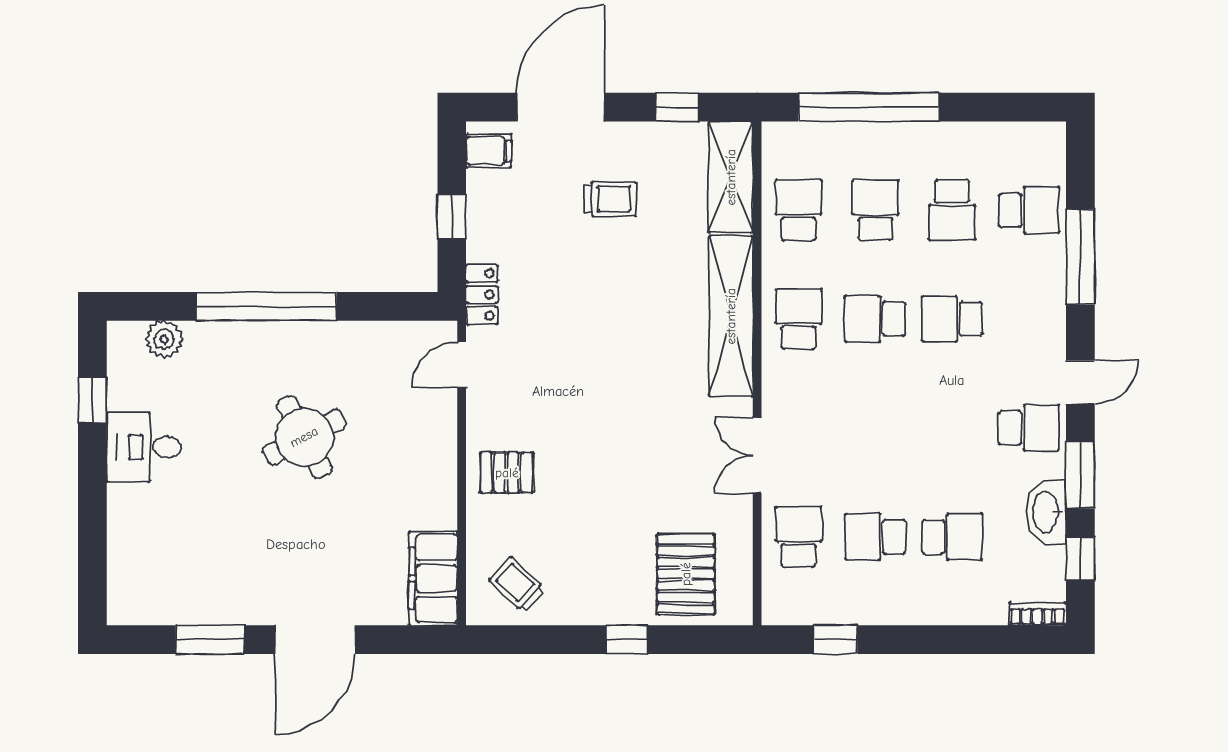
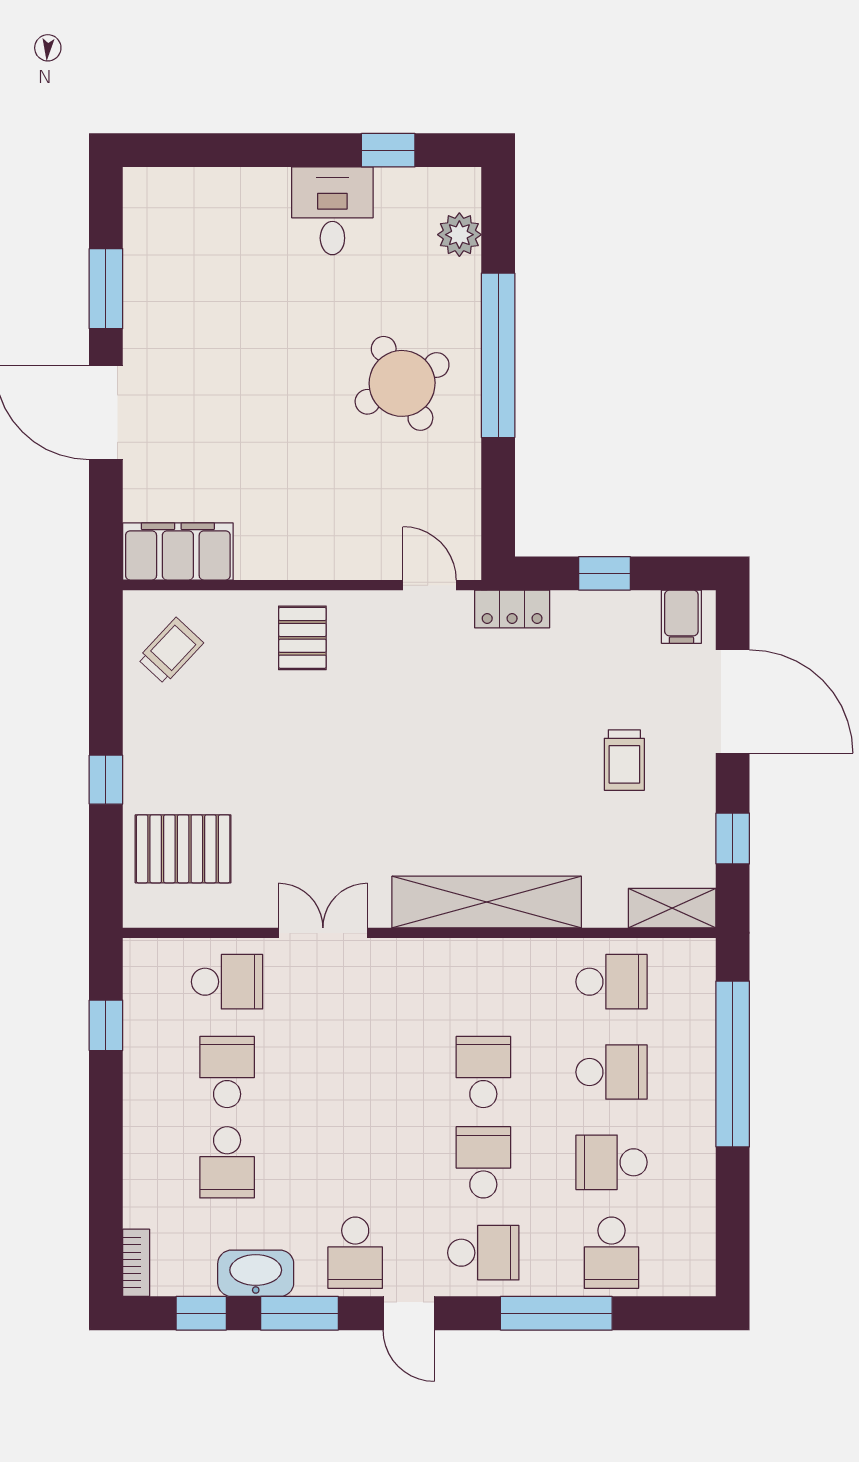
shelving: (731, 177) -> (672, 908), width x0.67, depth x0.75
school desk: (799, 319) -> (483, 1253), moved
round table: (304, 437) -> (402, 383), moved

